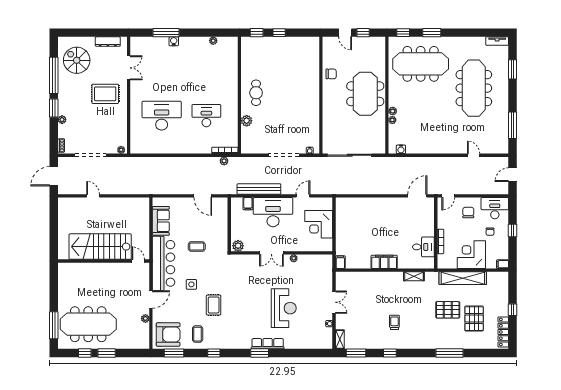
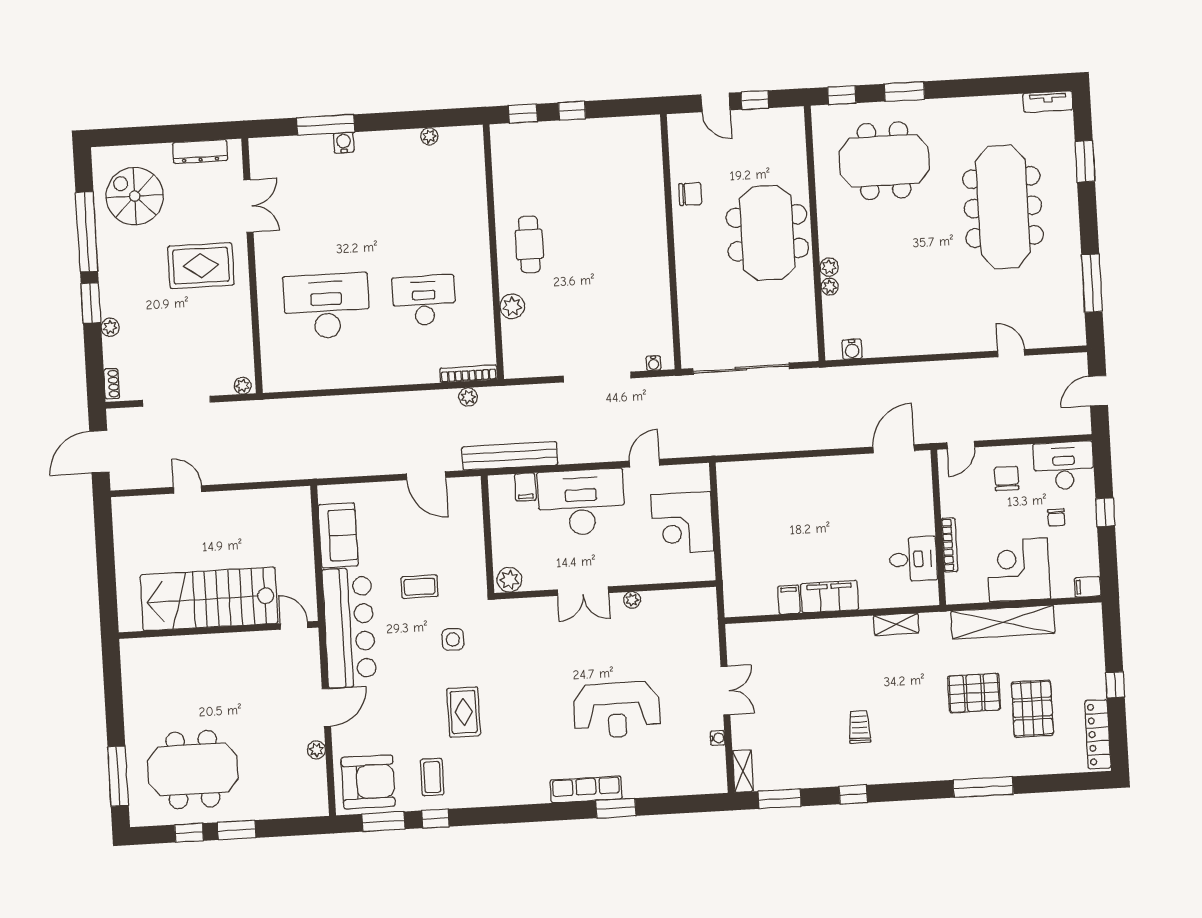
meeting table: (421, 64) -> (884, 161), width x0.73
bench: (259, 189) -> (510, 456), moved
filing cabinet: (340, 262) -> (789, 600), moved
side table: (191, 284) -> (453, 639), moved
reception desk: (284, 308) -> (617, 710), turned 90
meeting table: (88, 324) -> (193, 769), width x0.73
window: (214, 353) -> (435, 819), moved
window: (260, 353) -> (616, 808), moved

